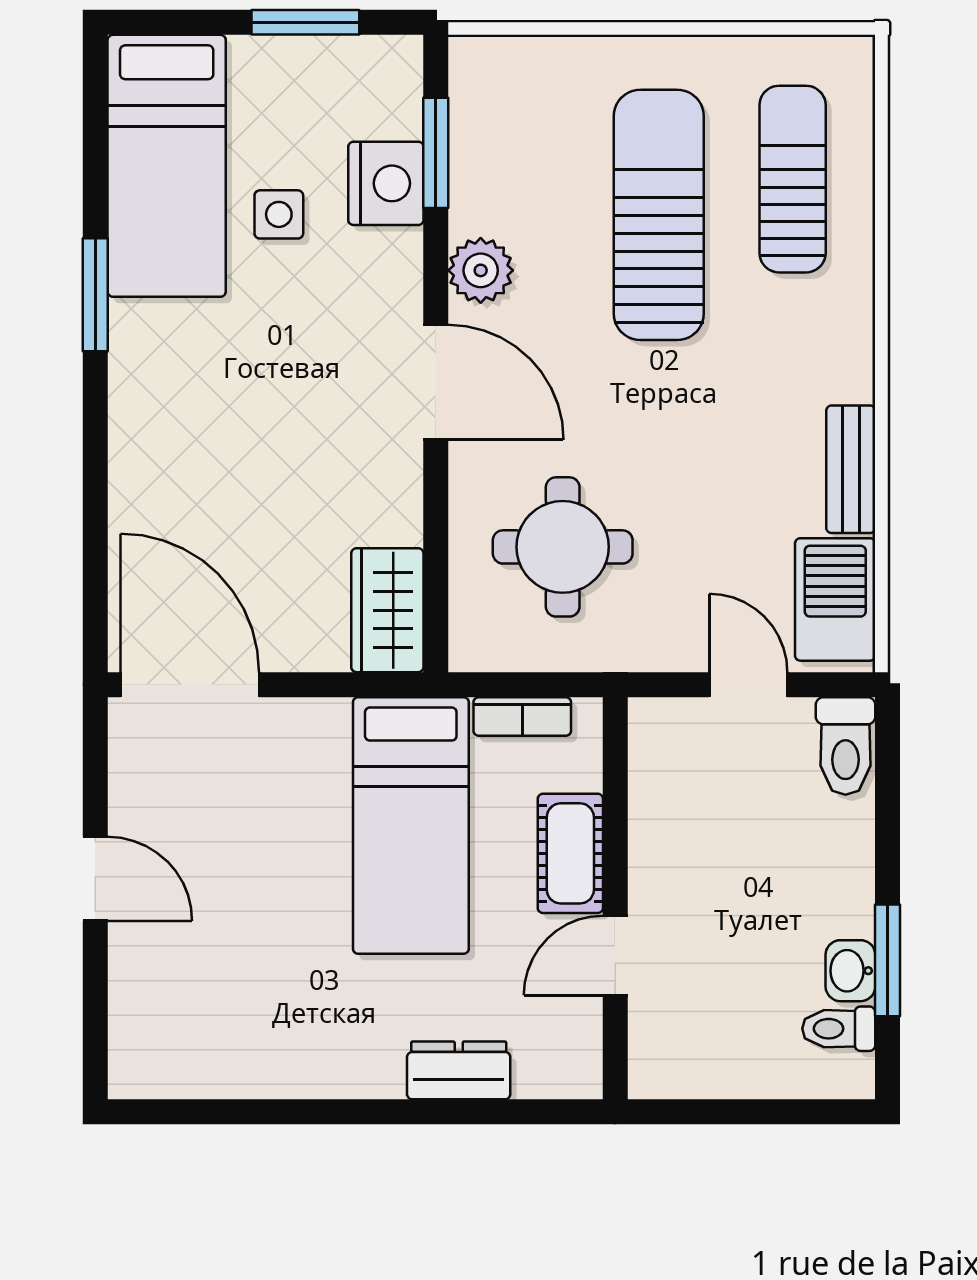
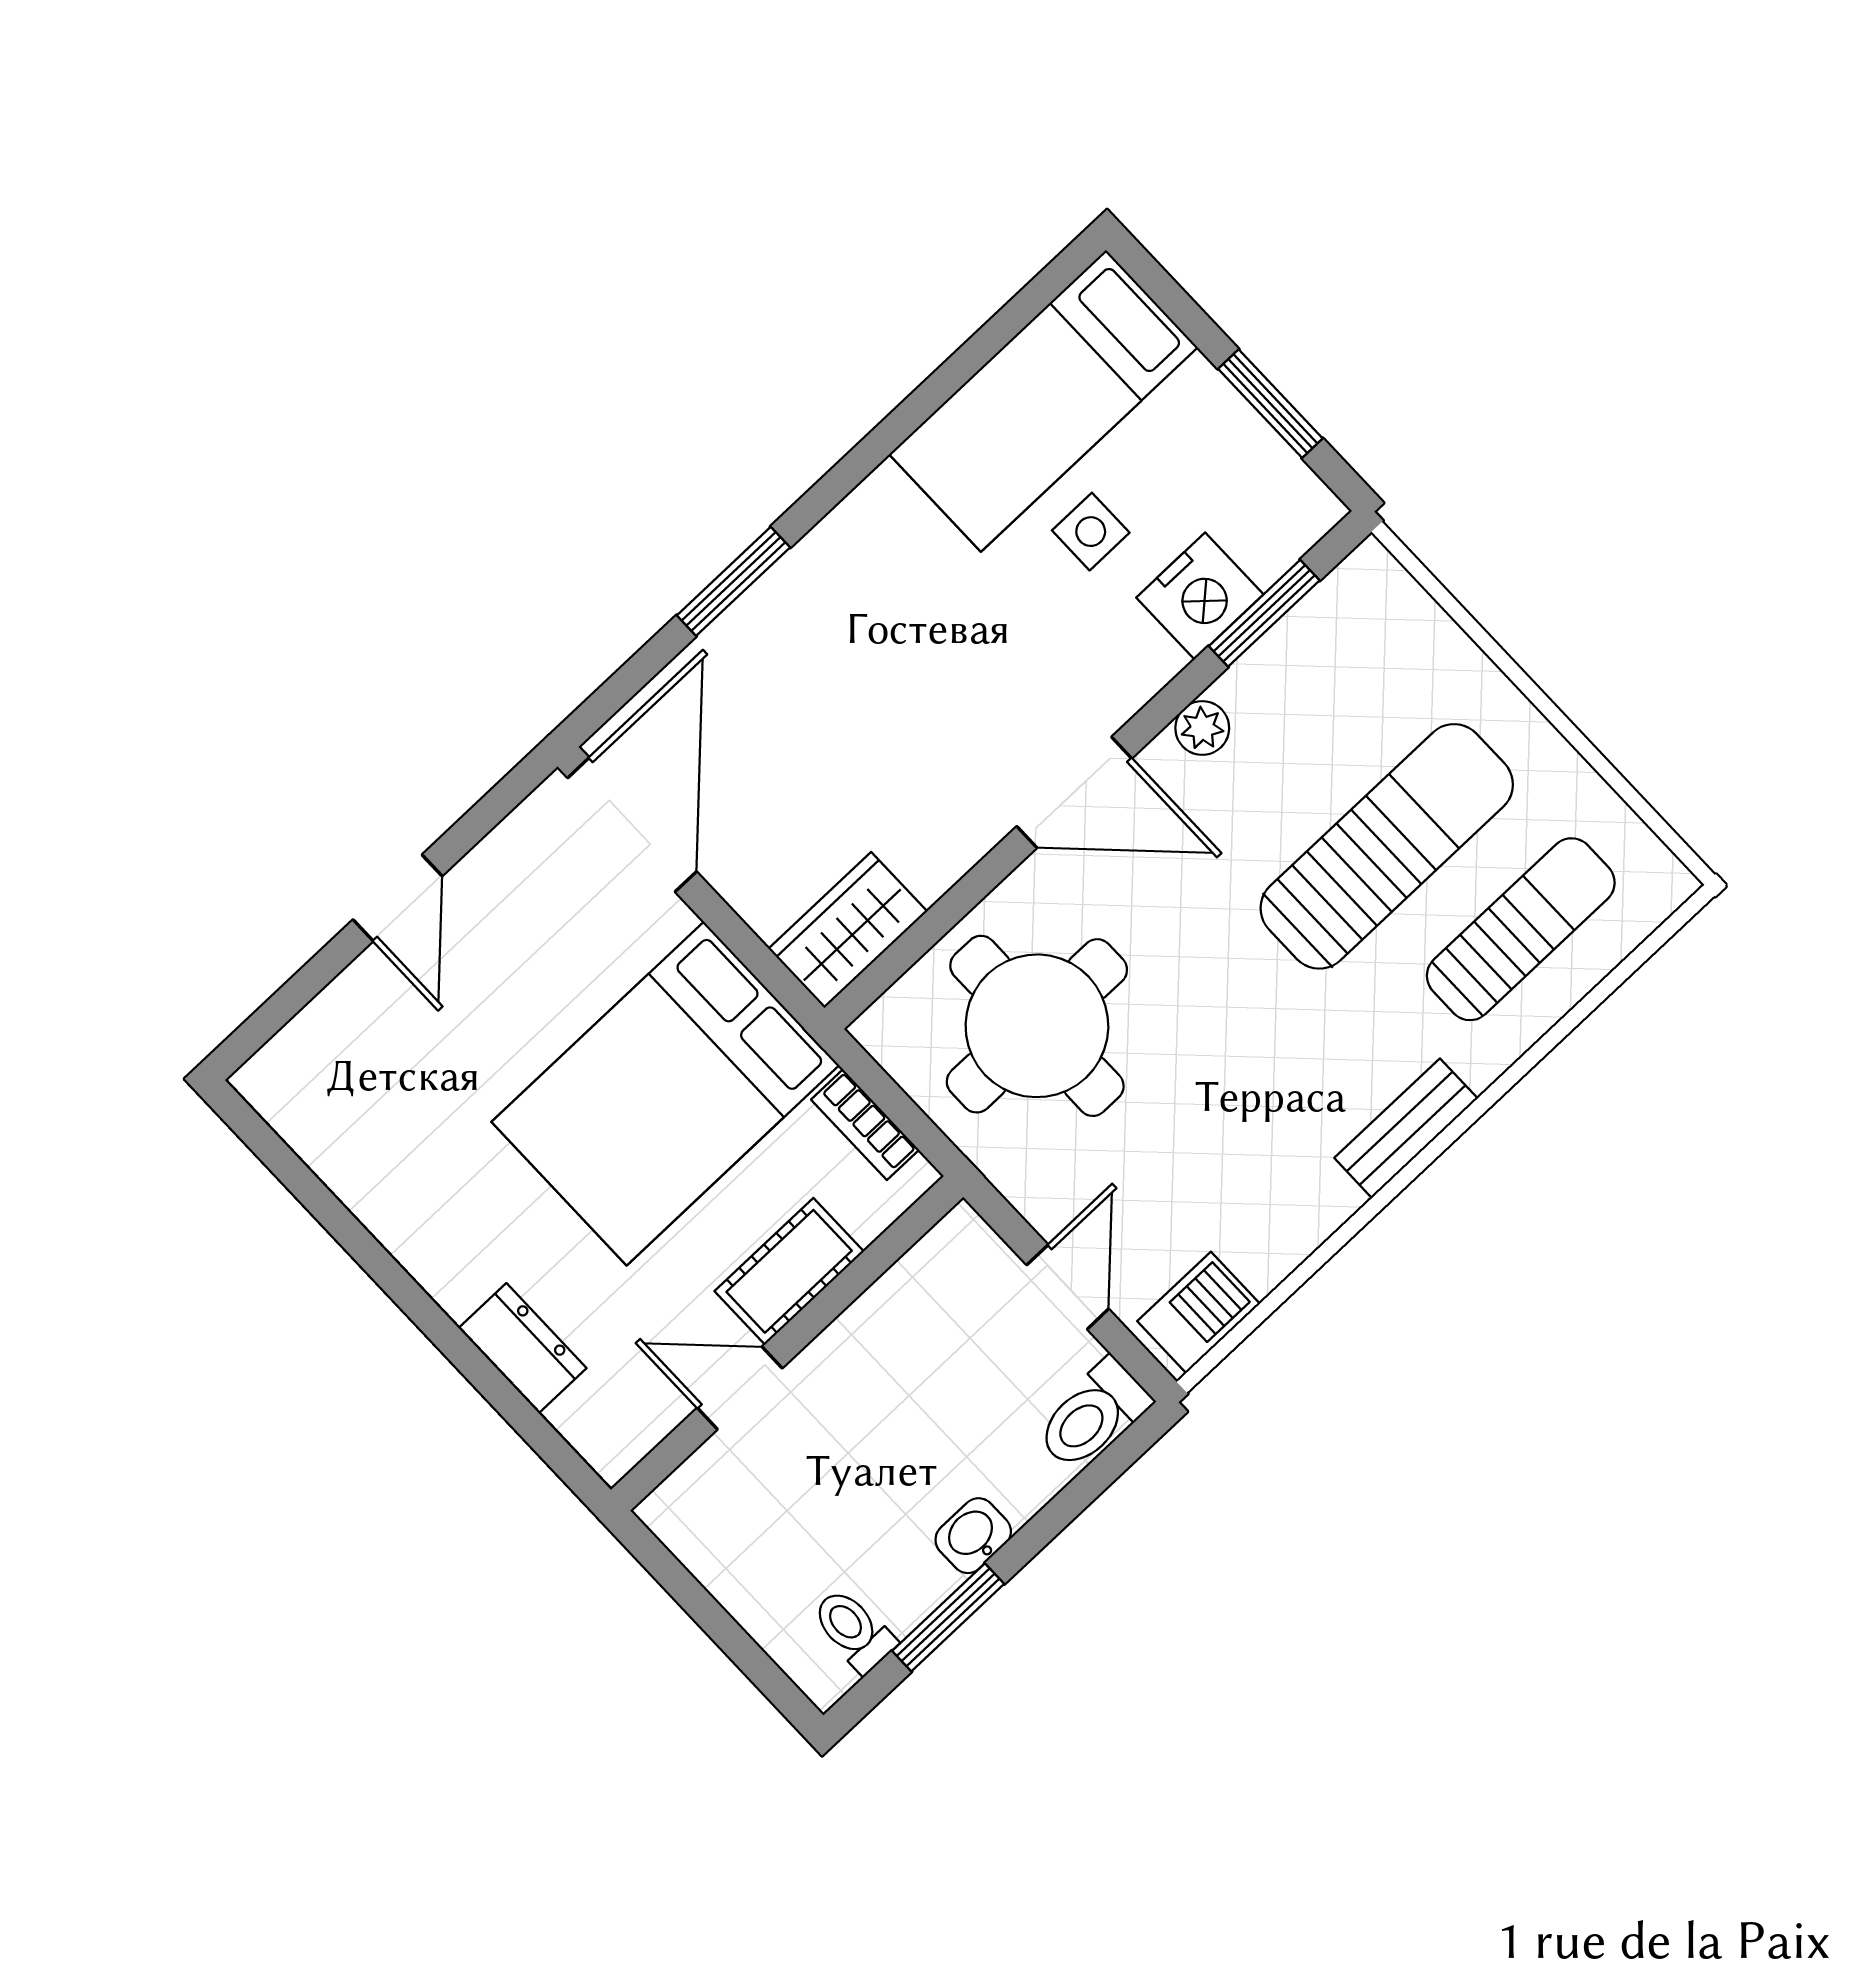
plant: (481, 270) -> (1202, 728), width x0.73, depth x0.73
window: (95, 295) -> (733, 581), moved
door: (436, 382) -> (1074, 792), hinge flipped
bench: (851, 469) -> (1406, 1128), moved
round table: (563, 547) -> (1037, 1026), width x1.36, depth x1.36
barbecue: (835, 599) -> (1199, 1312), width x0.73, depth x0.79
bed: (411, 826) -> (665, 1094), width x1.50
washbasin: (850, 971) -> (973, 1536), moved

